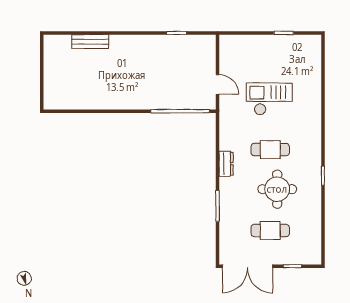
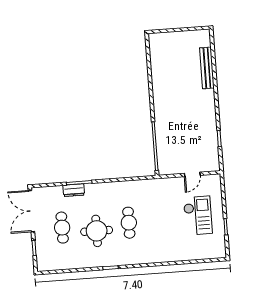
bench: (90, 42) -> (207, 68), width x1.36
door: (217, 84) -> (192, 174), moved
checkout: (269, 99) -> (198, 216), moved
dresser: (226, 164) -> (74, 190), moved

